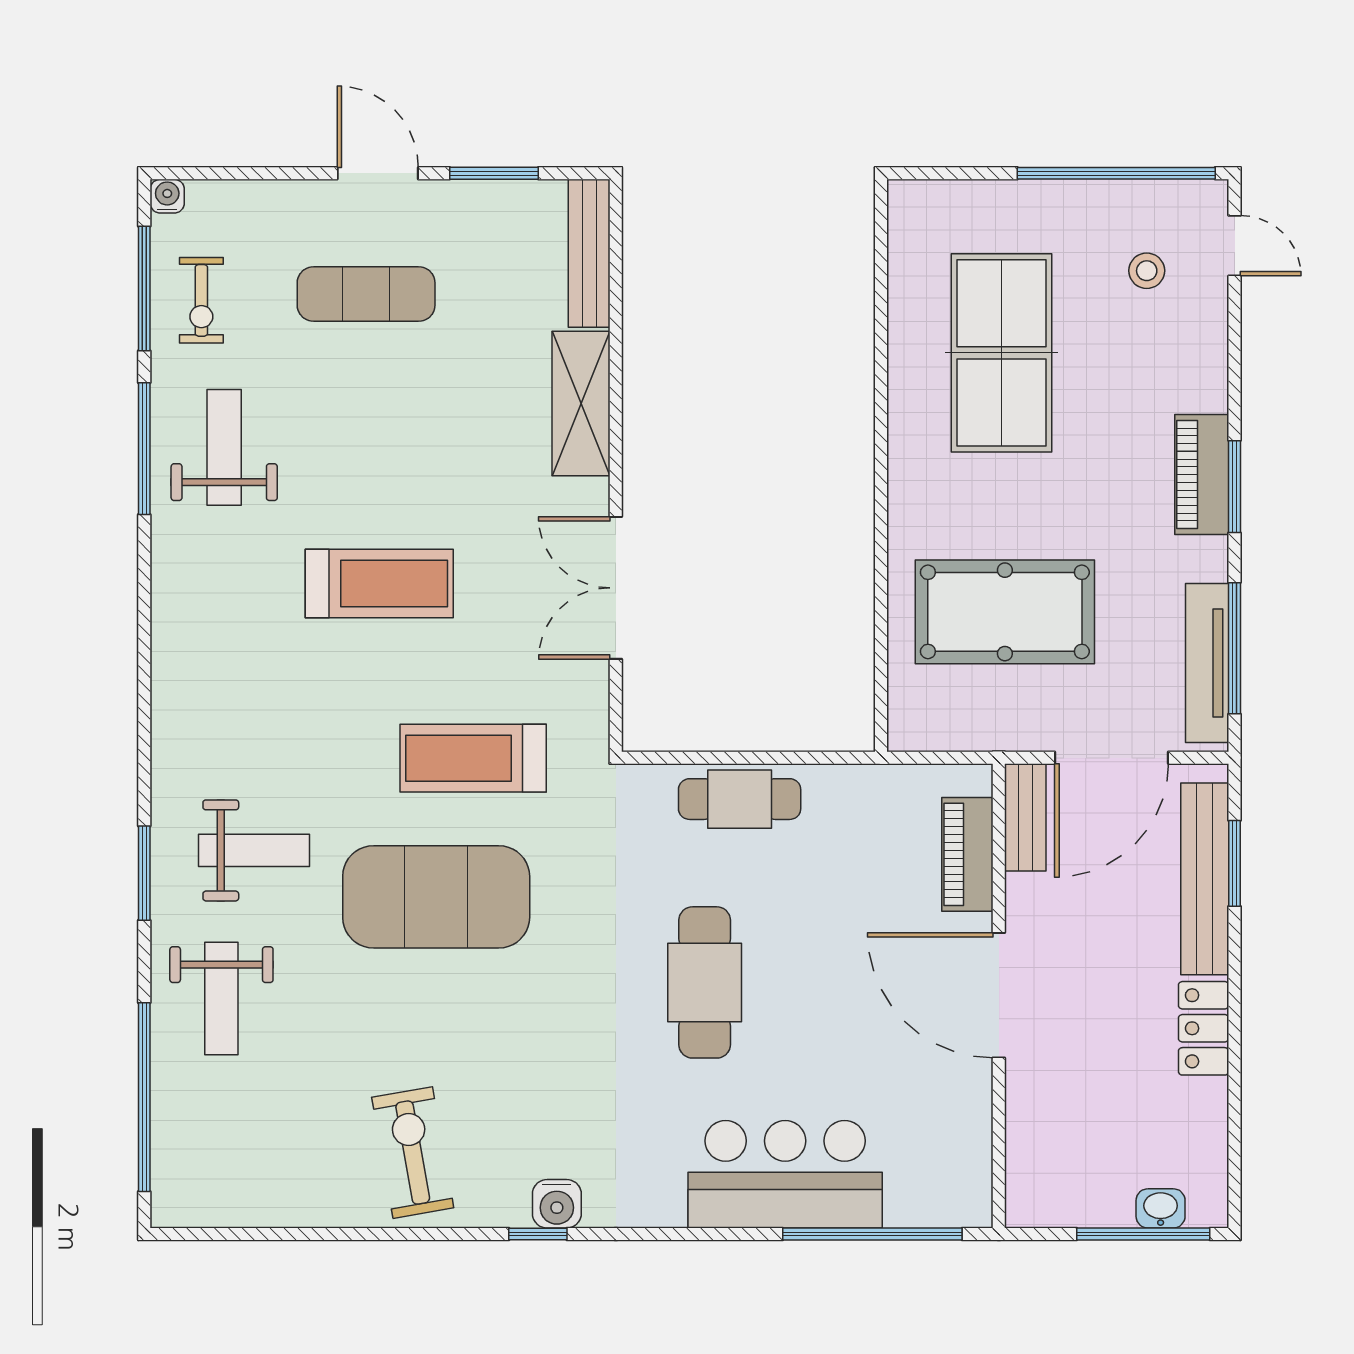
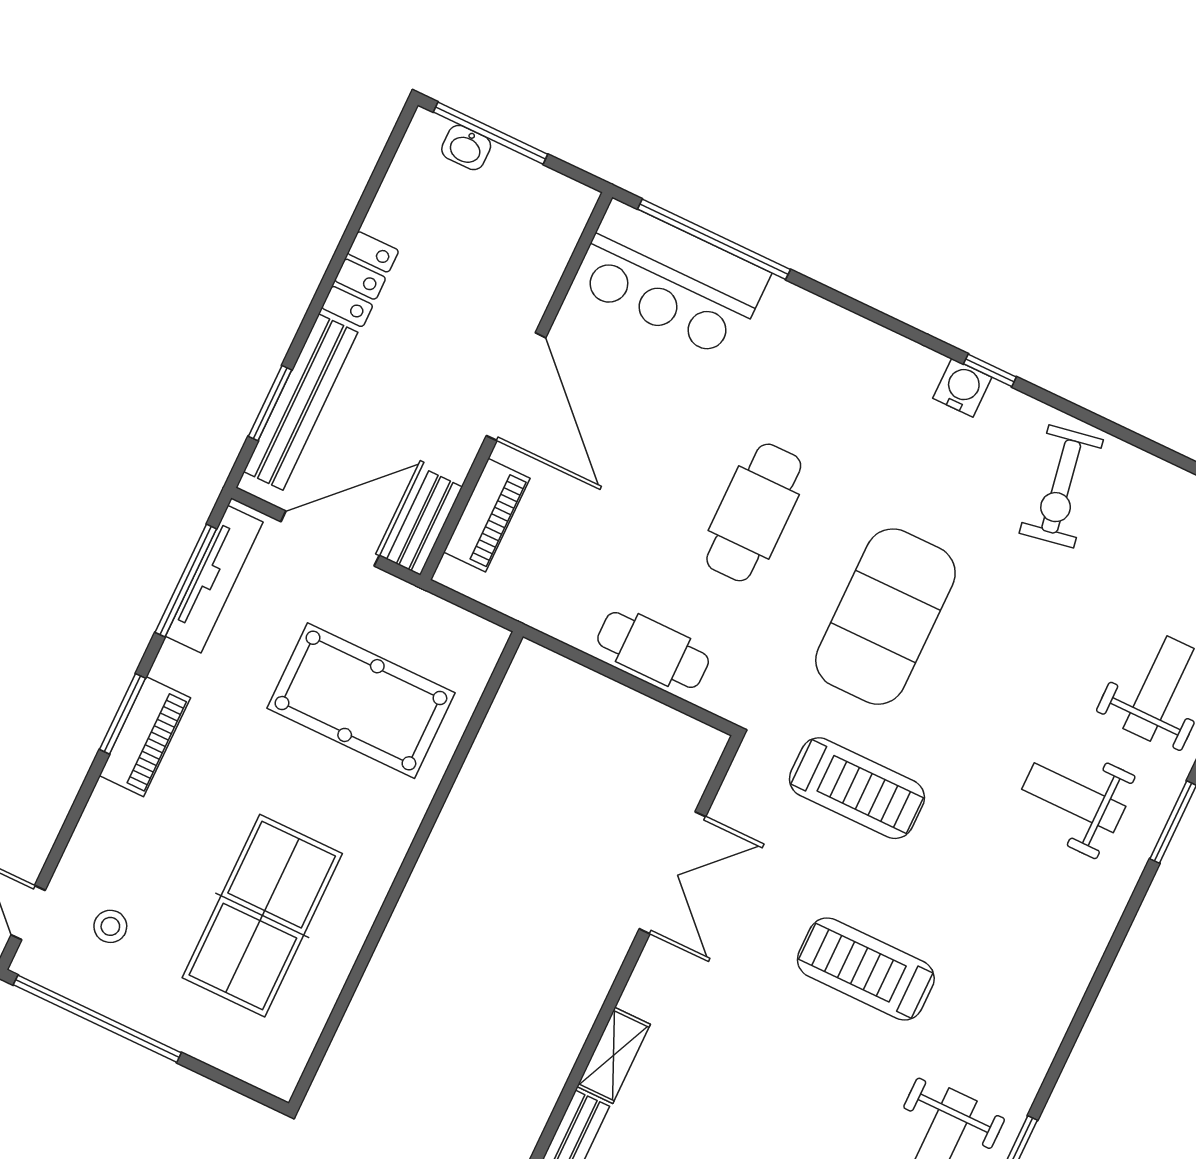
shelving: (581, 404) -> (614, 1055), width x0.67, depth x0.75
exercise mat: (436, 897) -> (885, 617), moved, turned 90
bar counter: (785, 1174) -> (671, 279), moved

